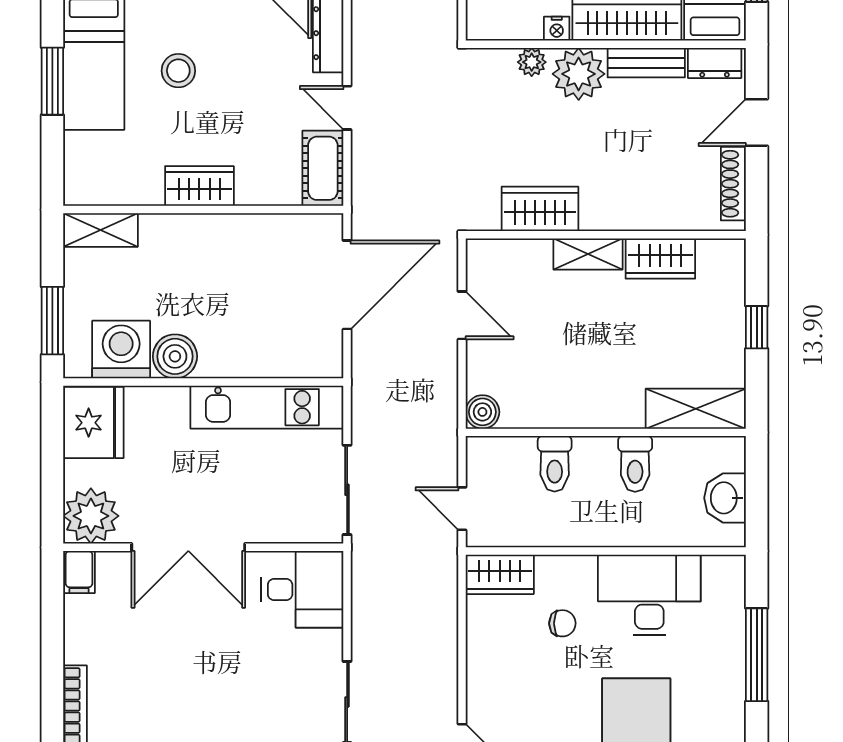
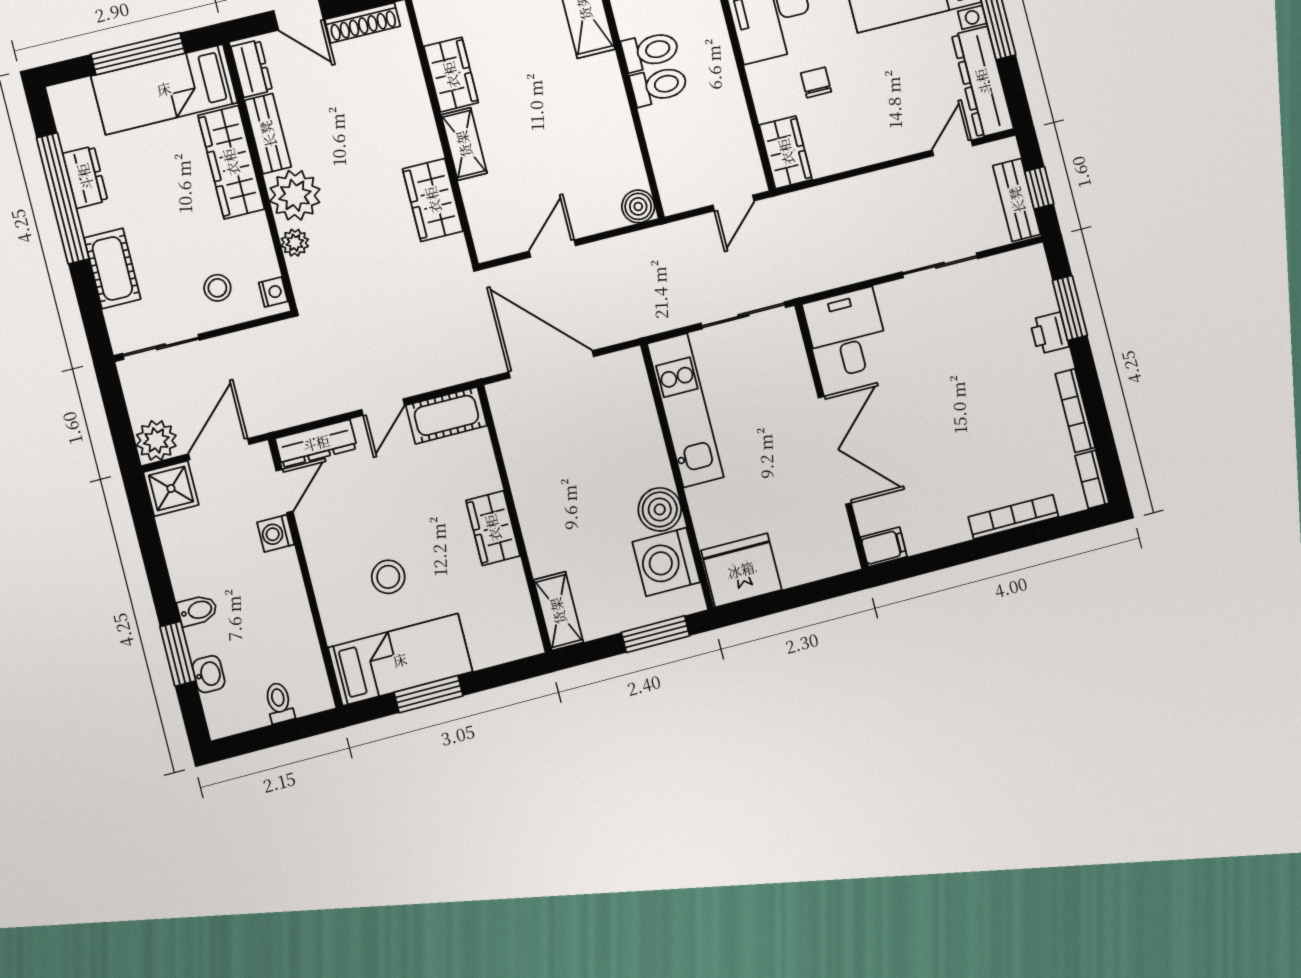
nightstand: (557, 29) -> (273, 292), moved
toilet: (555, 464) -> (659, 85), moved
plant: (91, 516) -> (829, 549), removed

